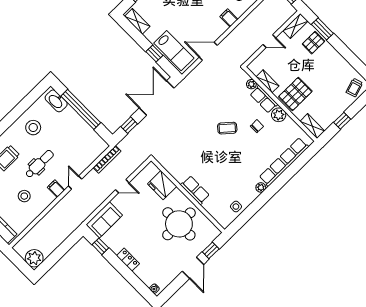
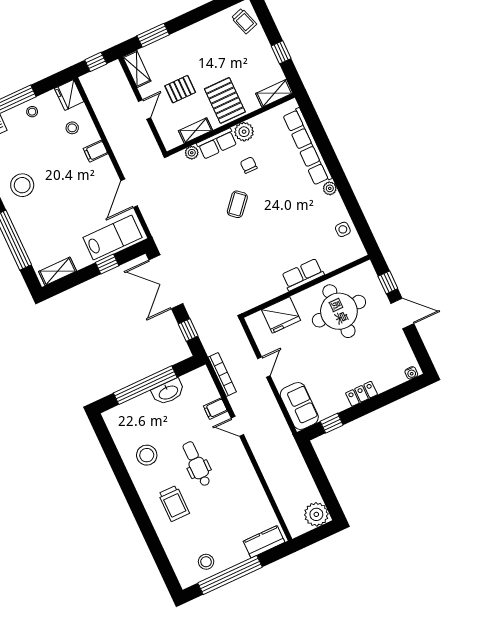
pallet: (313, 43) -> (180, 89), moved, turned 90
washbasin: (56, 101) -> (168, 392), moved
filing cabinet: (56, 189) -> (215, 409), moved
stool: (24, 196) -> (231, 498), removed

